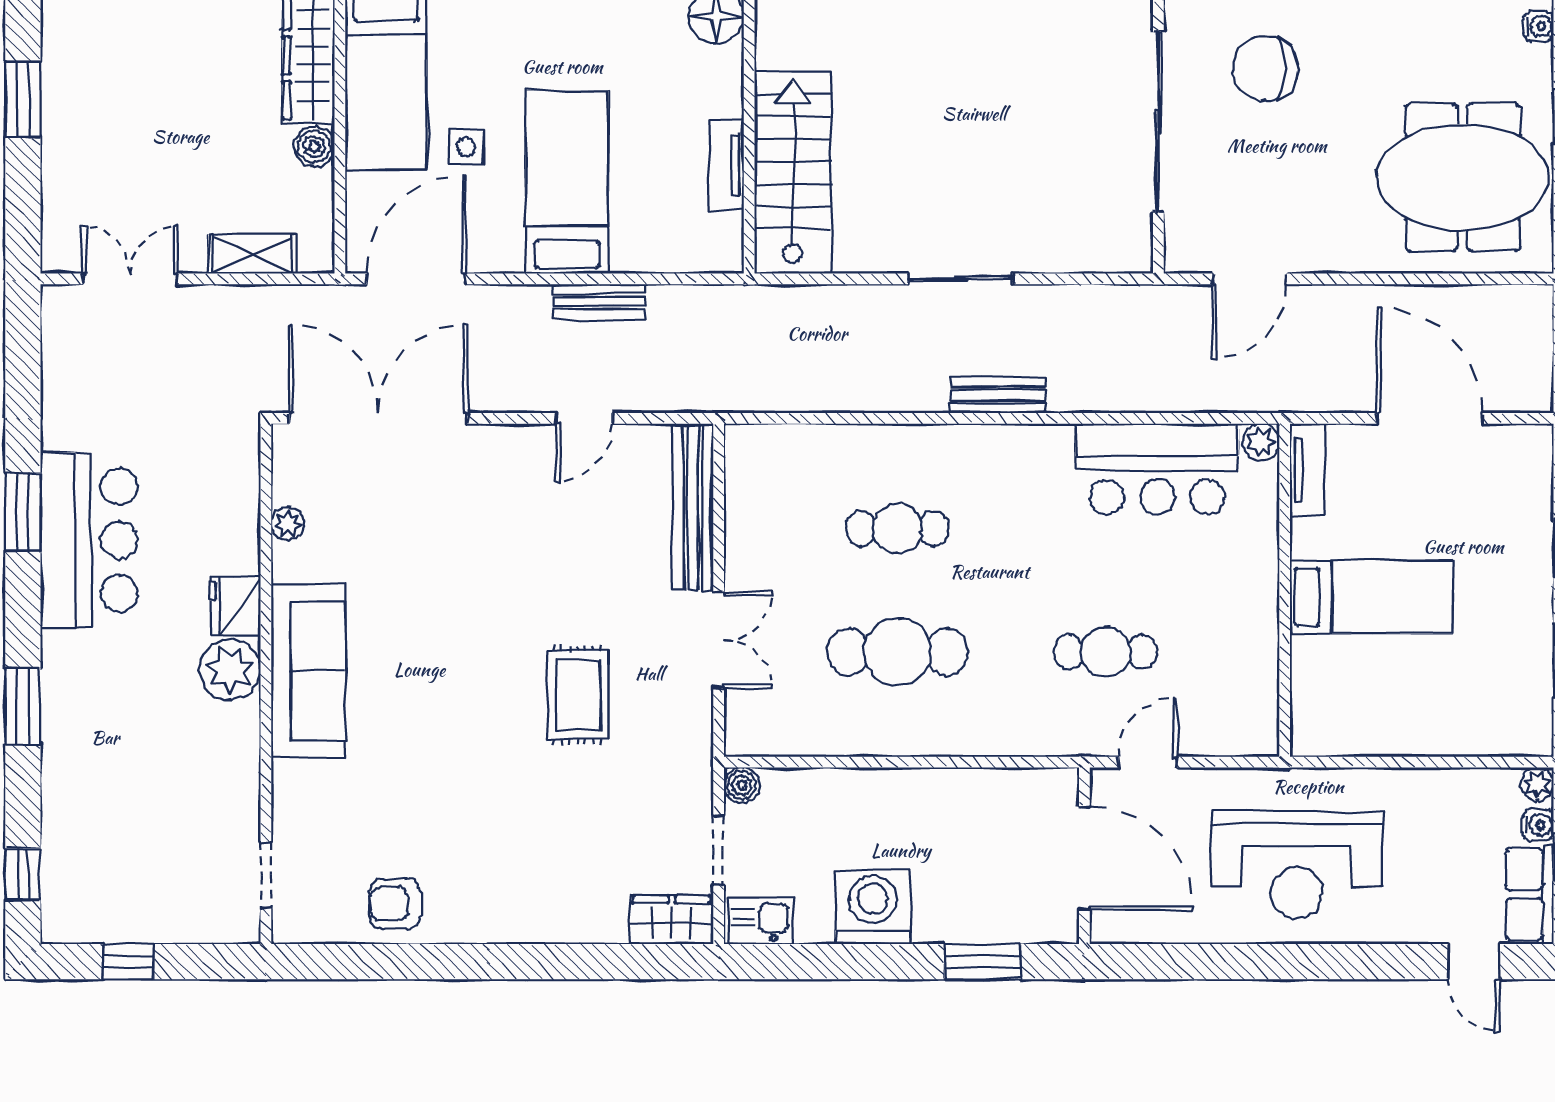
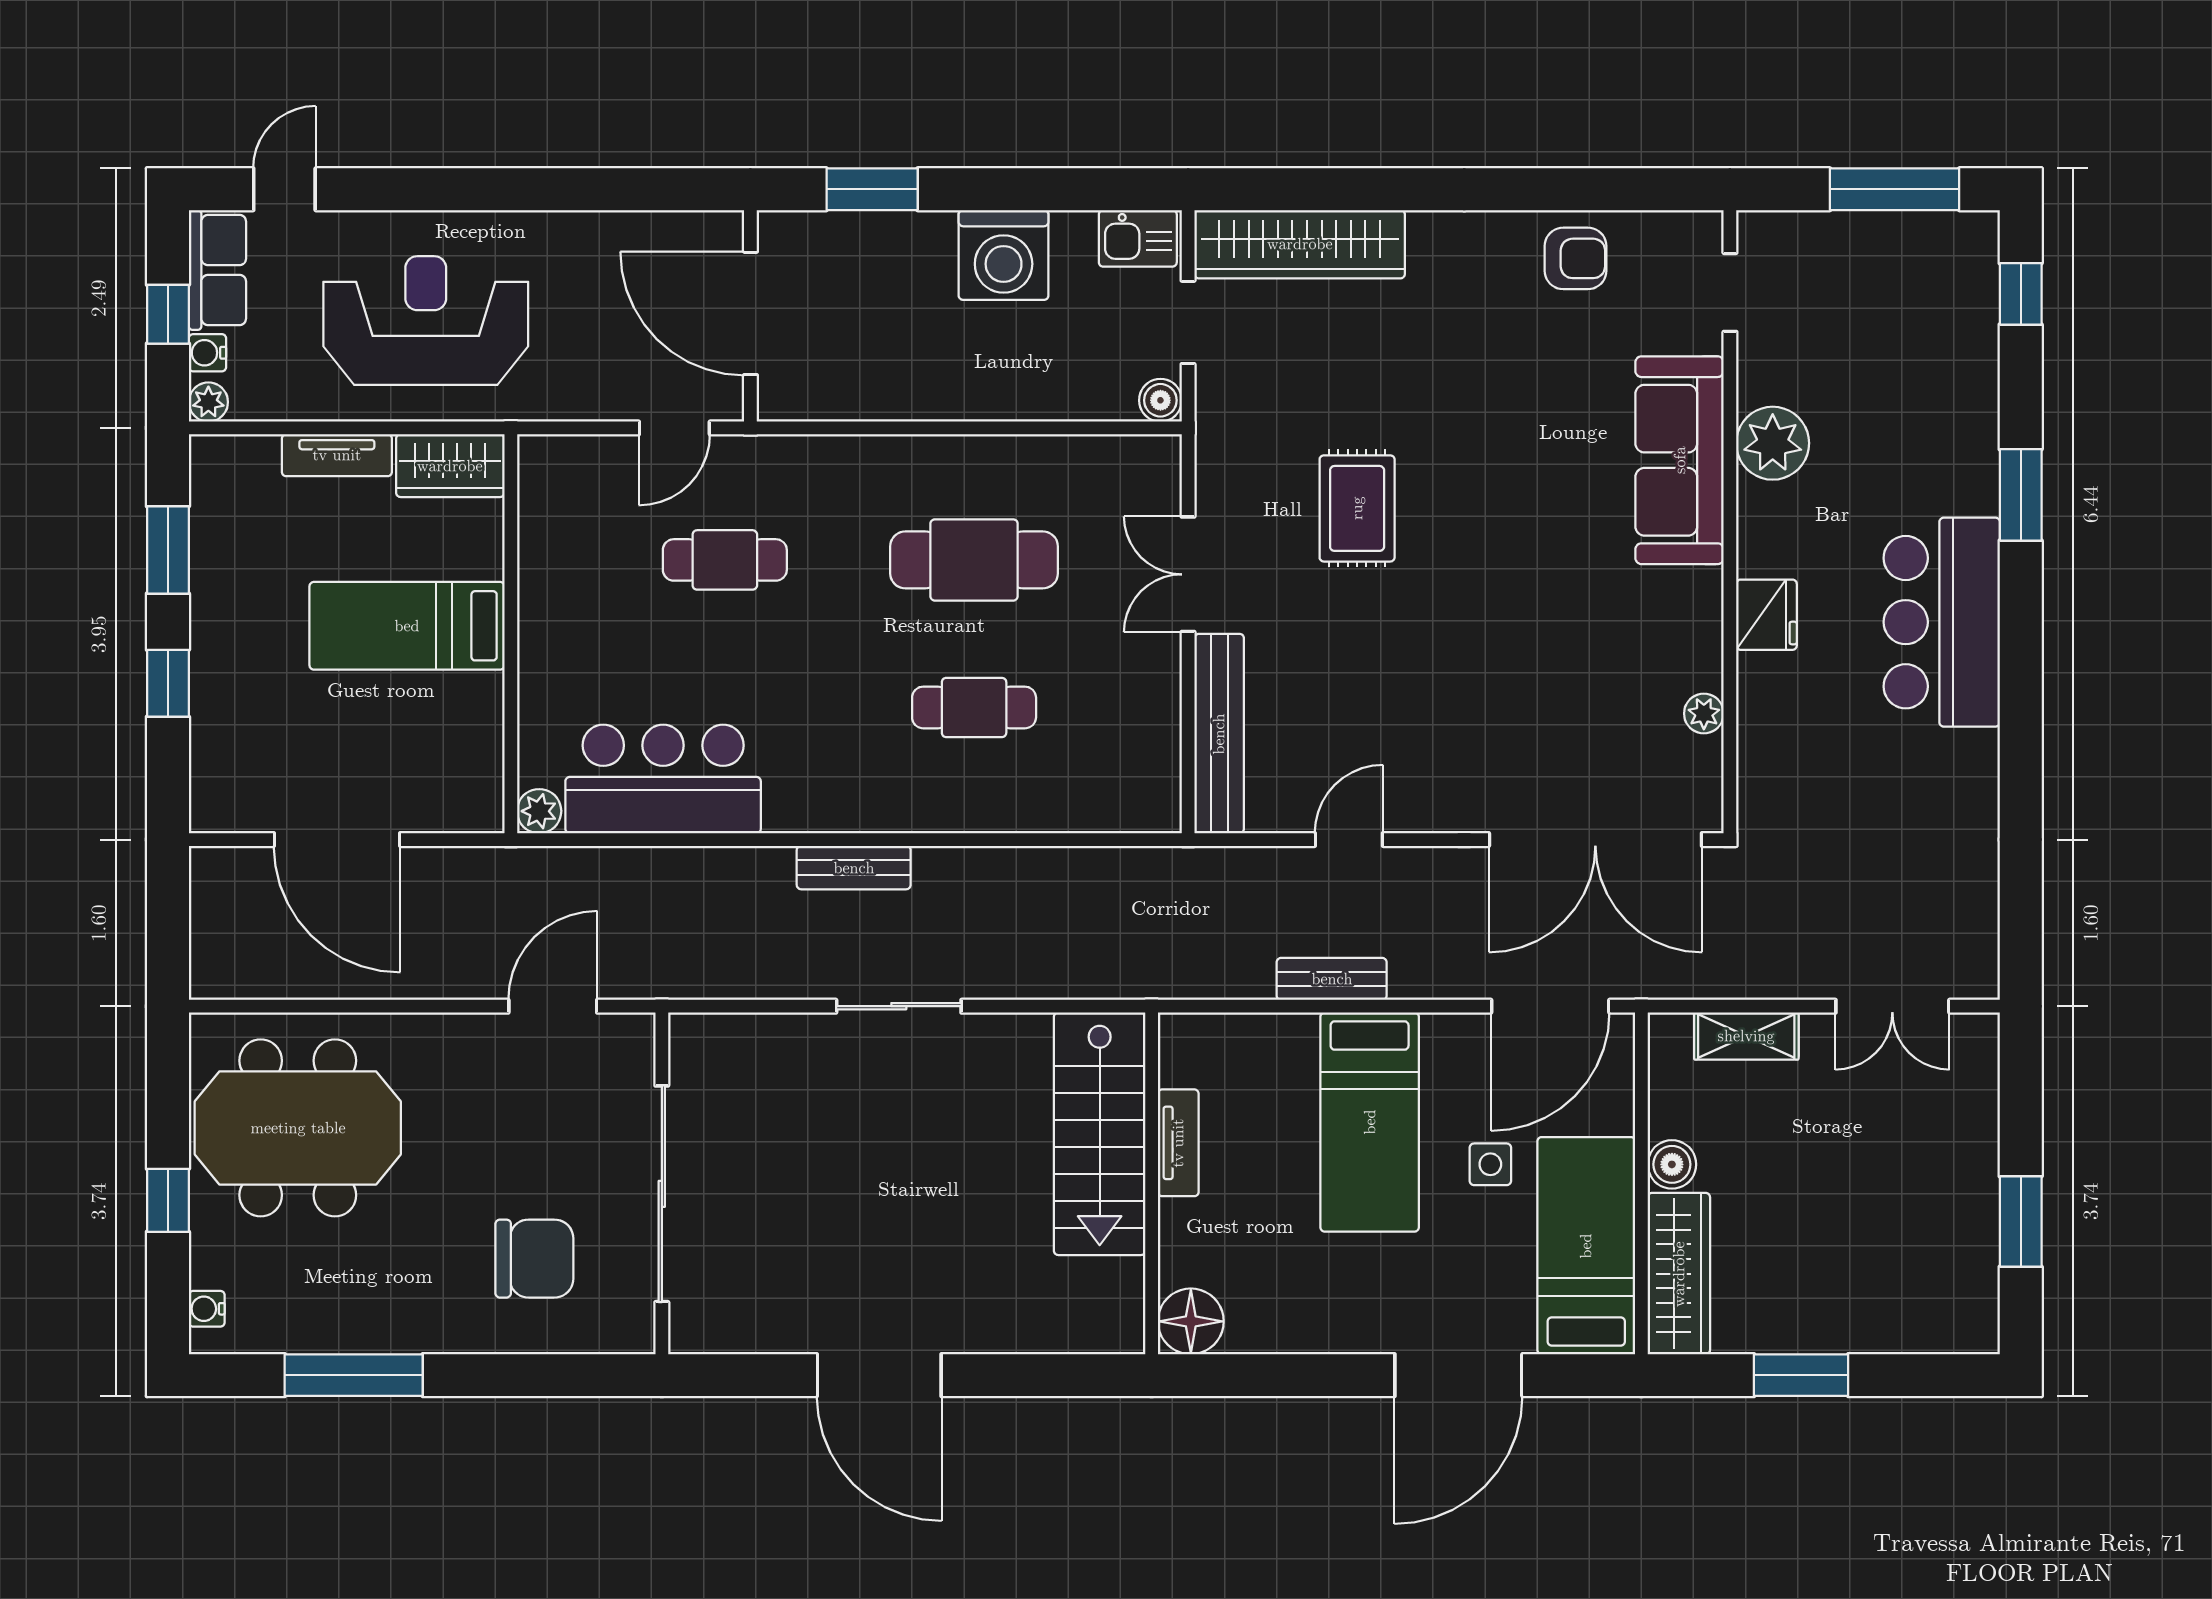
tv unit: (1307, 470) -> (337, 455), moved, turned -90
window: (23, 512) -> (2021, 727), removed
bar counter: (89, 540) -> (1942, 622), moved
plant: (230, 669) -> (1773, 443), moved
sofa: (308, 671) -> (1680, 460), moved
wardrobe: (1335, 731) -> (450, 466), added
reception desk: (1297, 865) -> (426, 321), moved
wardrobe: (672, 920) -> (1300, 244), width x2.10, depth x1.17
window: (128, 962) -> (1895, 189), width x2.17
door: (1474, 962) -> (284, 189), hinge flipped

